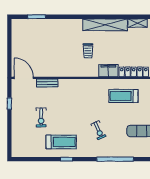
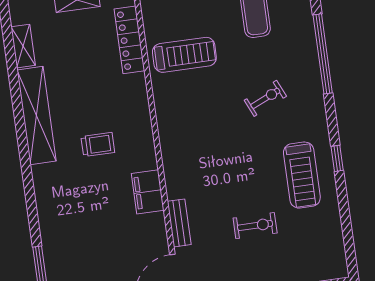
filing cabinet: (108, 71) -> (148, 192), moved
treadmill: (123, 96) -> (184, 55), turned -90
treadmill: (61, 142) -> (302, 175), turned 180

